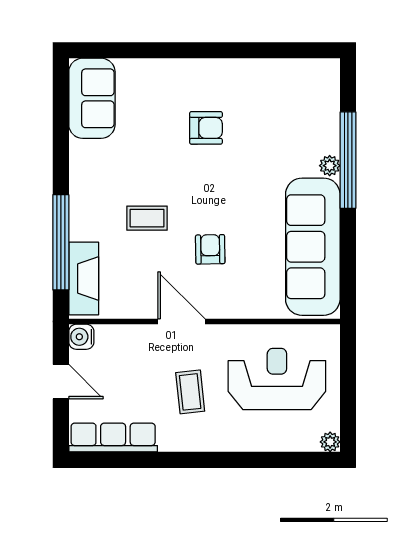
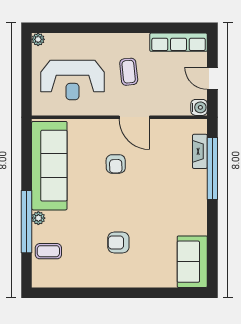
coffee table: (147, 218) -> (48, 251), moved
fireplace: (84, 279) -> (200, 151), width x0.73, depth x0.76

